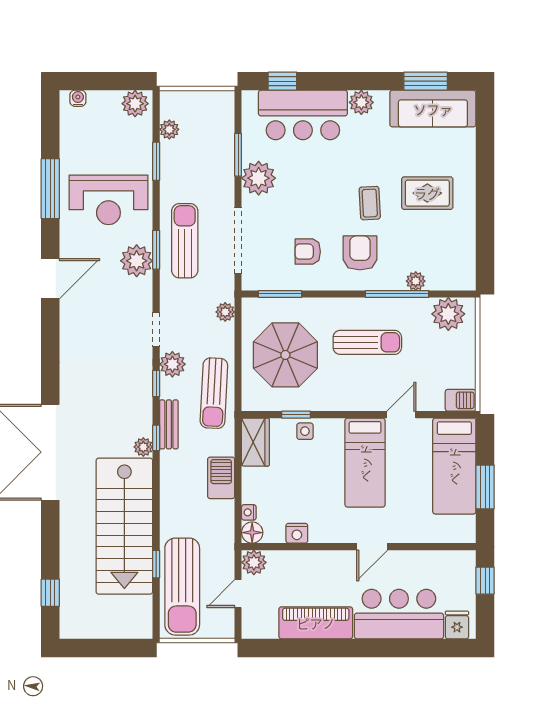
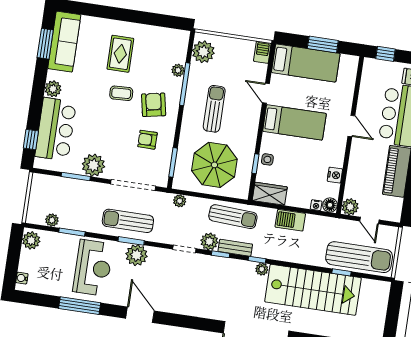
armchair: (308, 252) -> (147, 140), turned 90
armchair: (360, 253) -> (154, 105), turned 79
bench: (169, 424) -> (235, 248), moved

